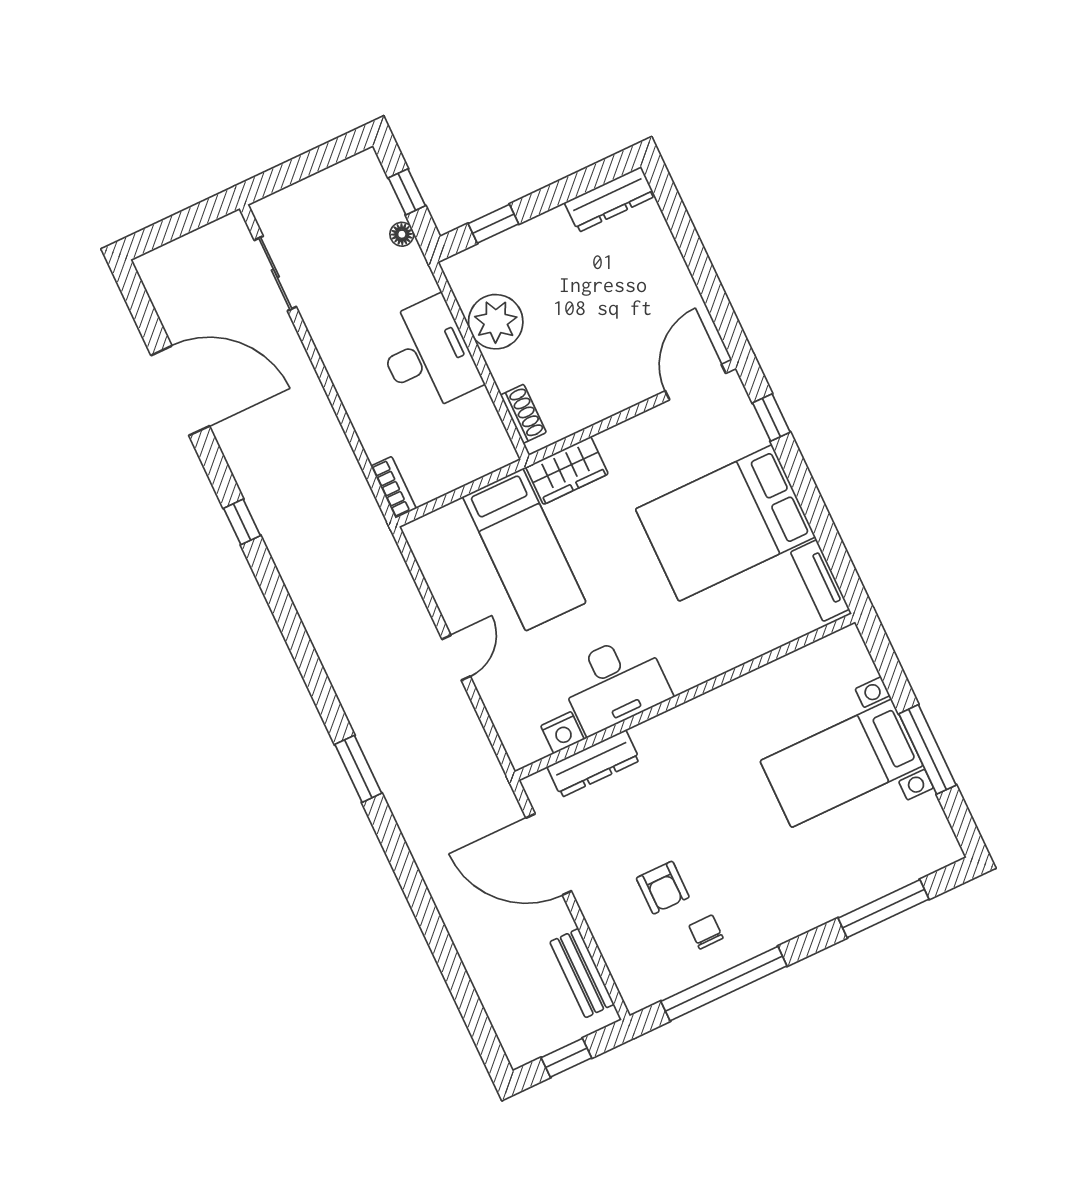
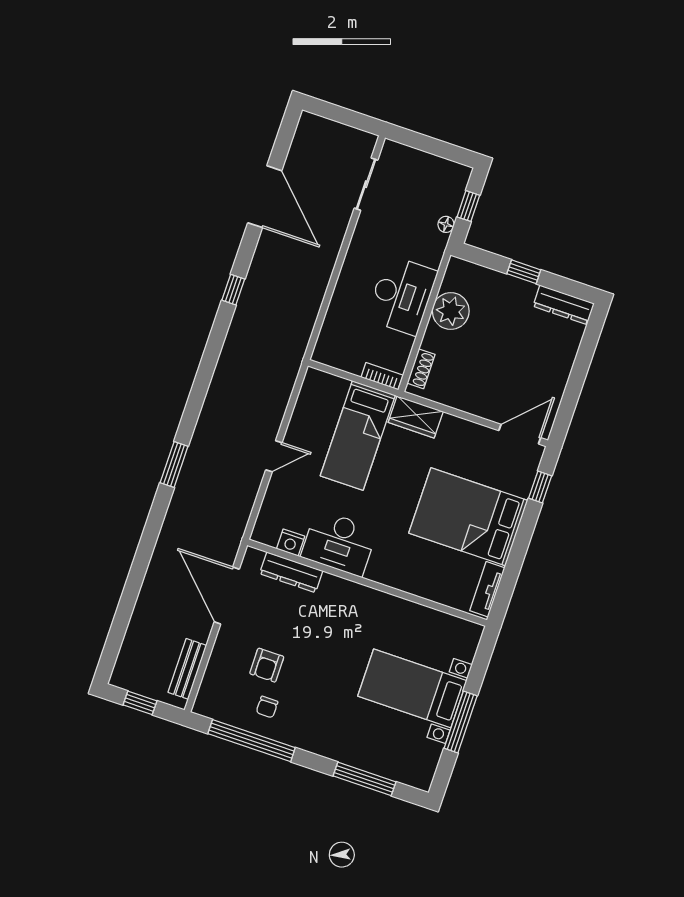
window: (493, 224) -> (524, 272), moved
bookcase: (394, 487) -> (382, 376), moved, turned -90
chair: (706, 932) -> (267, 707), turned 180

